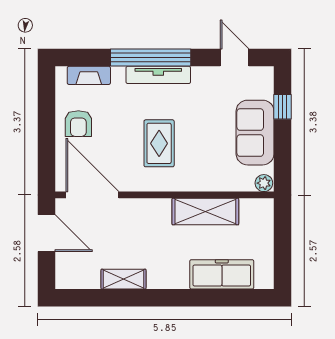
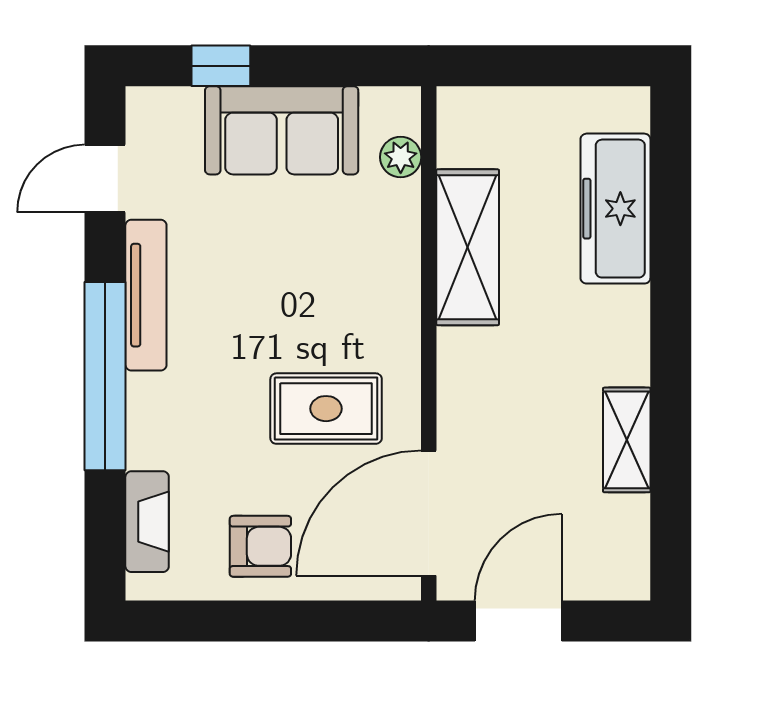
tv unit: (158, 75) -> (146, 295), moved
rug: (159, 143) -> (326, 409), moved
plant: (264, 183) -> (401, 157), moved

